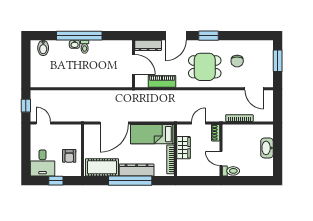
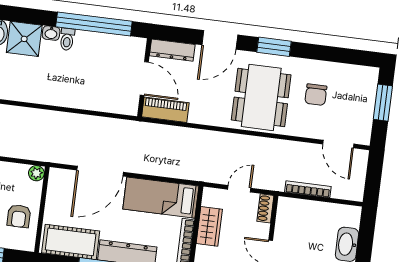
window: (79, 36) -> (94, 24), moved
shower: (59, 50) -> (24, 39), added
dining table: (205, 67) -> (261, 97), width x1.38
piano: (162, 81) -> (165, 110), moved
plant: (76, 129) -> (36, 173), added

